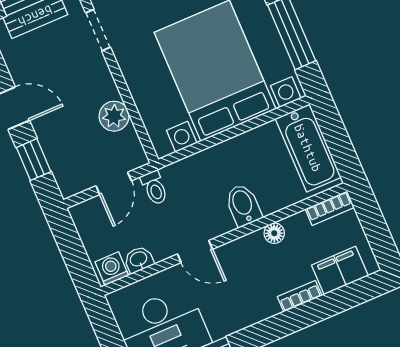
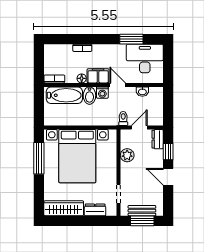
bathtub: (308, 148) -> (64, 95), moved, turned 90
dresser: (66, 176) -> (158, 139), added
washing machine: (112, 269) -> (102, 93), moved
filing cabinet: (340, 270) -> (98, 76), moved, turned 180

